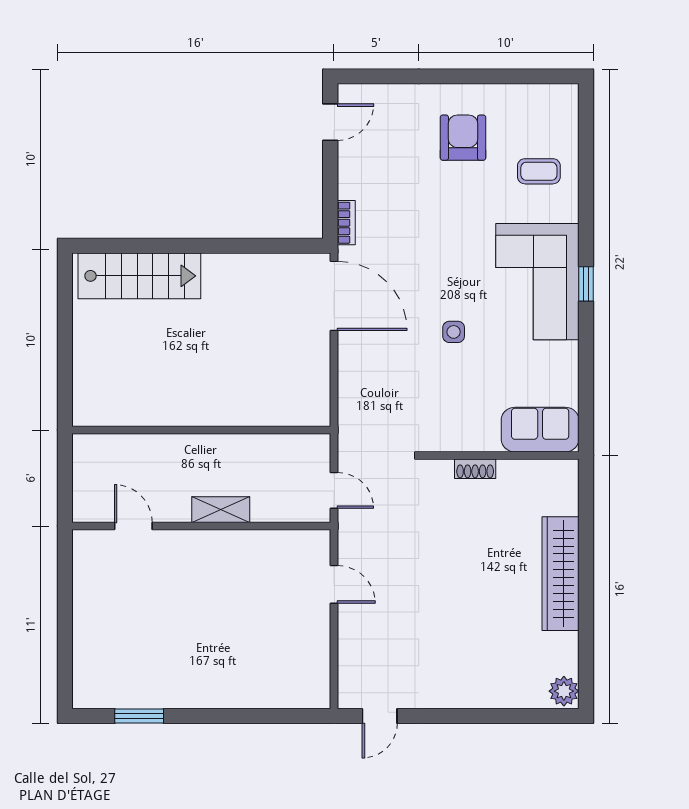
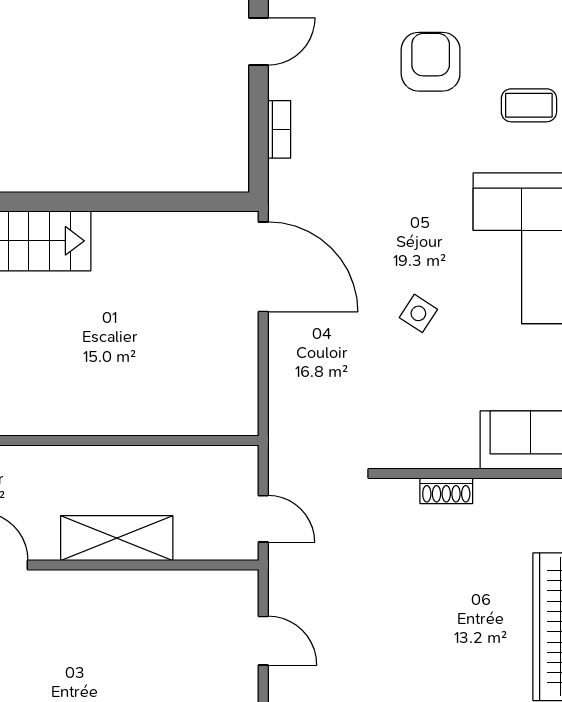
bookcase: (346, 223) -> (279, 129), moved
side table: (454, 332) -> (418, 313), turned 33
shelving: (221, 510) -> (117, 538), width x1.50, depth x1.33

